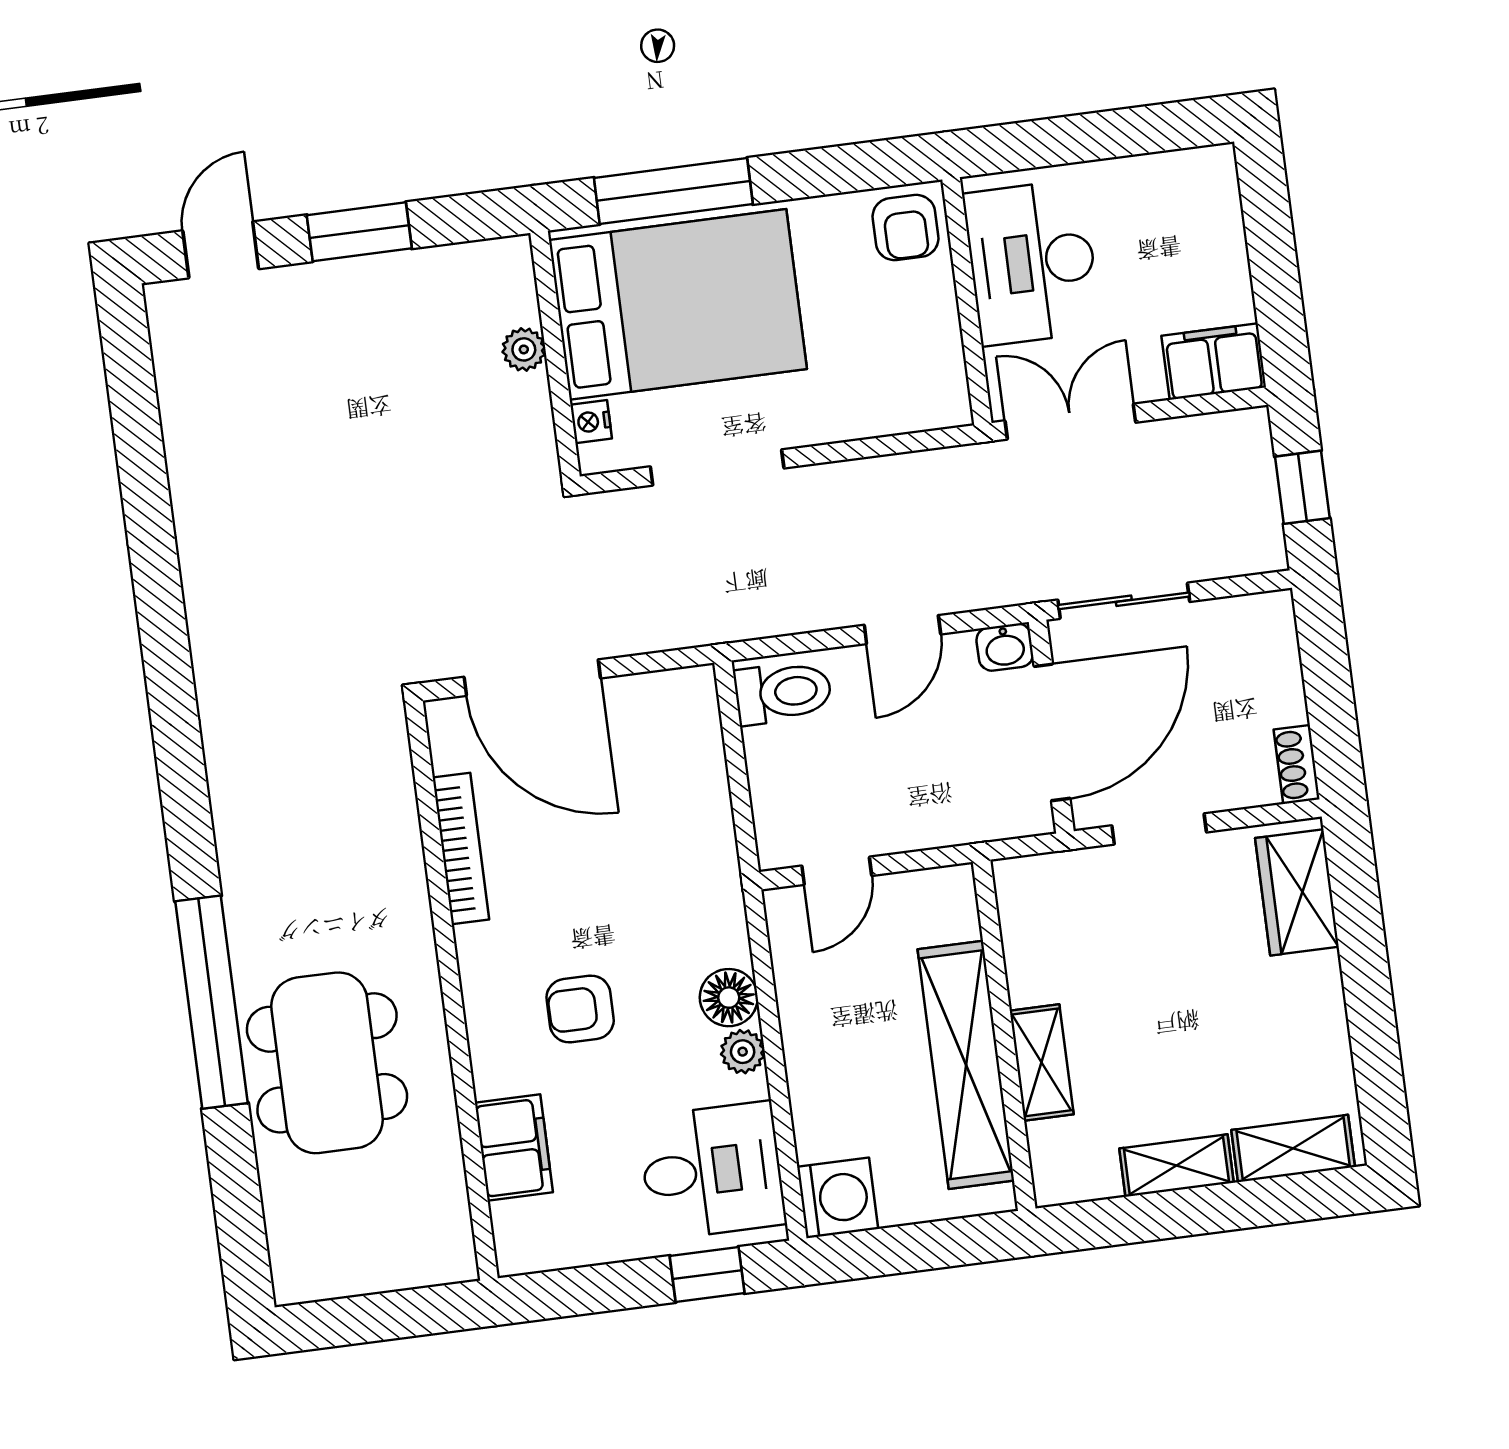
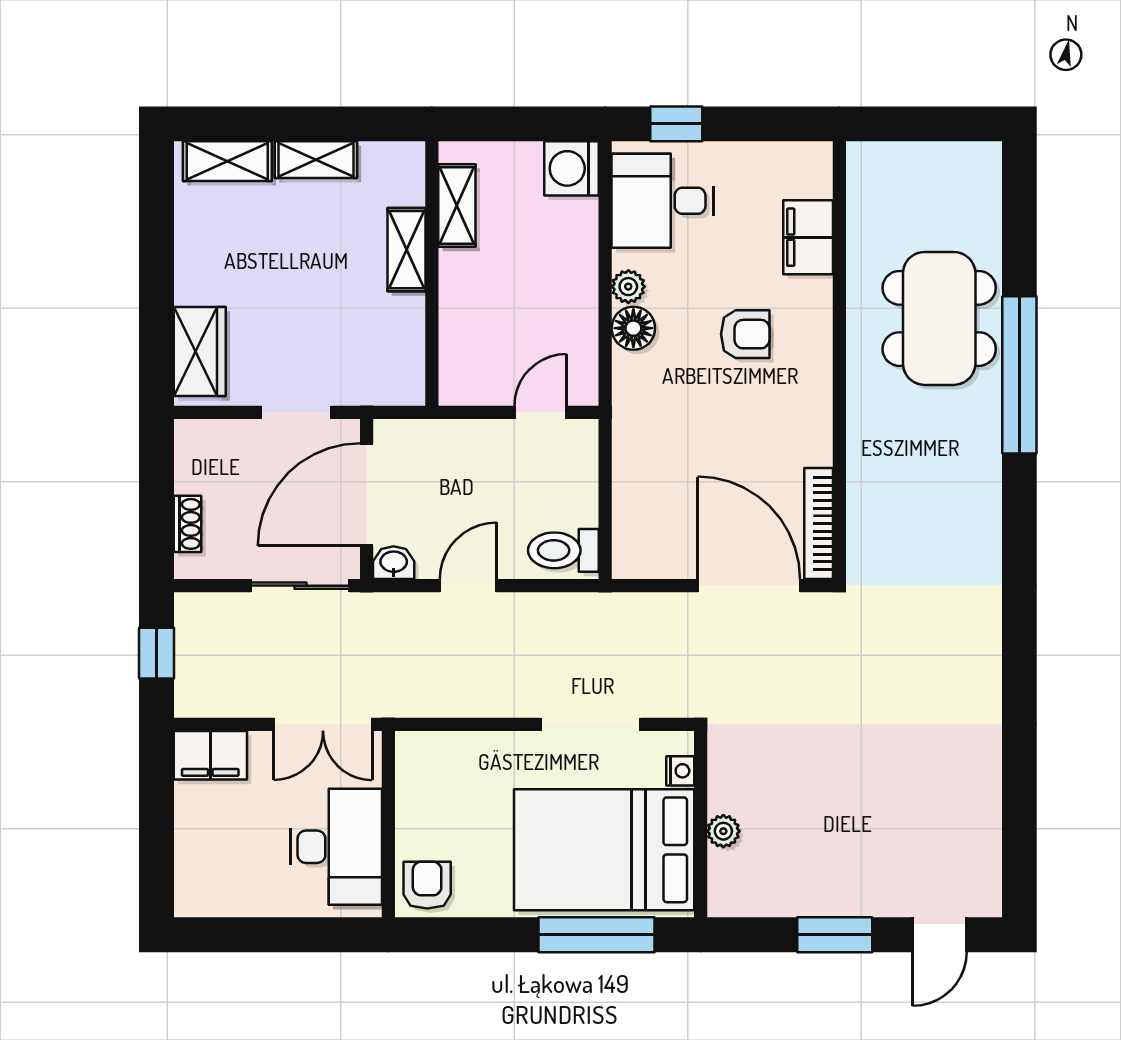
shoe rack: (1297, 764) -> (187, 524), moved
bookcase: (461, 848) -> (819, 523), moved
shelving: (966, 1065) -> (457, 205), width x0.45, depth x0.75

